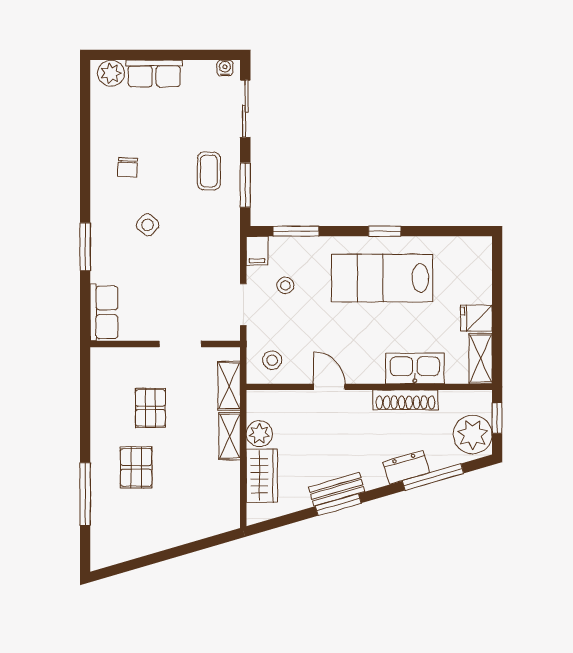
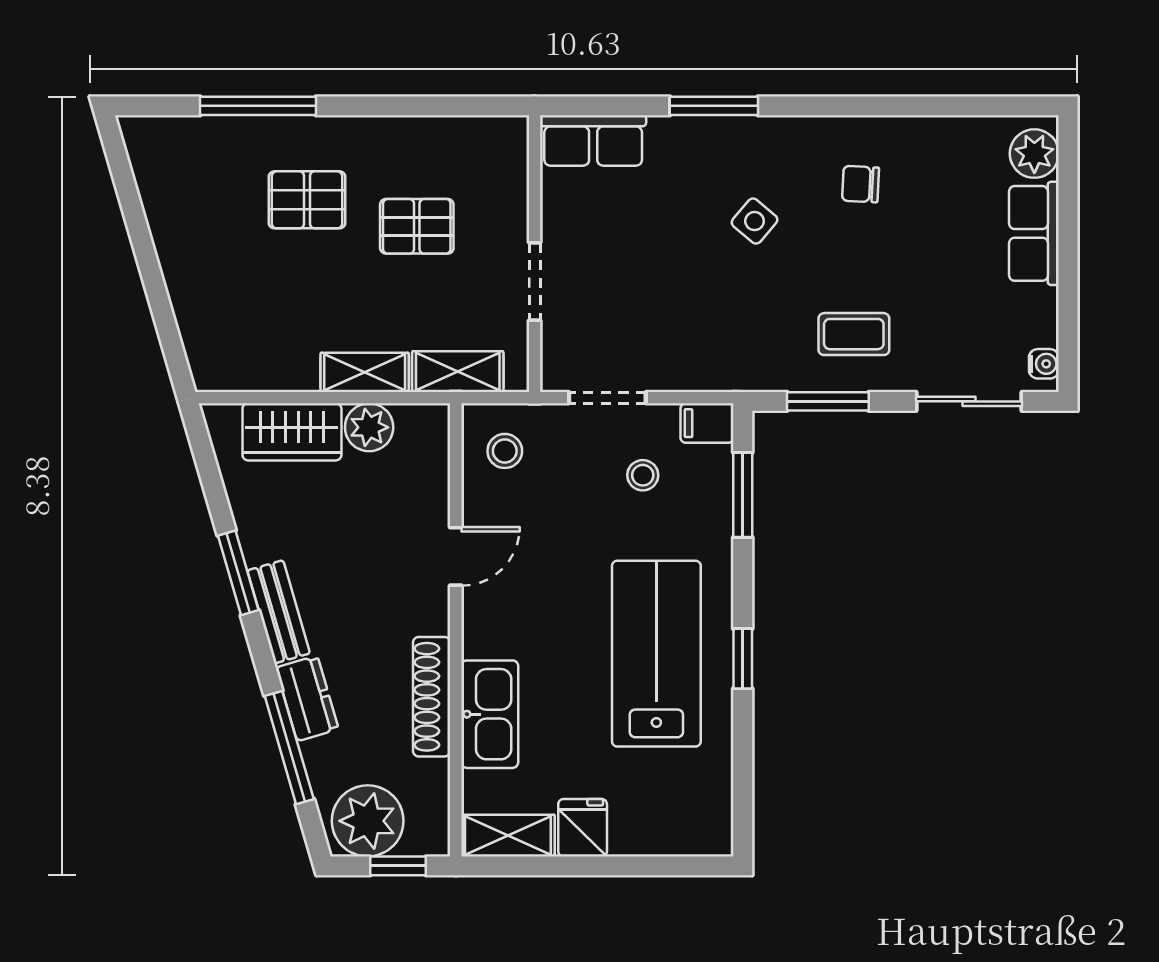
bench: (337, 489) -> (279, 612), moved

